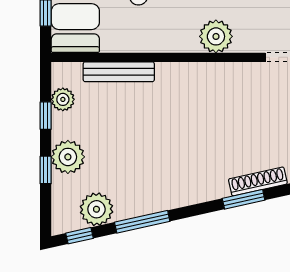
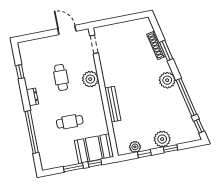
bench: (119, 72) -> (113, 104), moved
plant: (96, 209) -> (167, 80), moved
window: (142, 222) -> (186, 97), width x1.46

